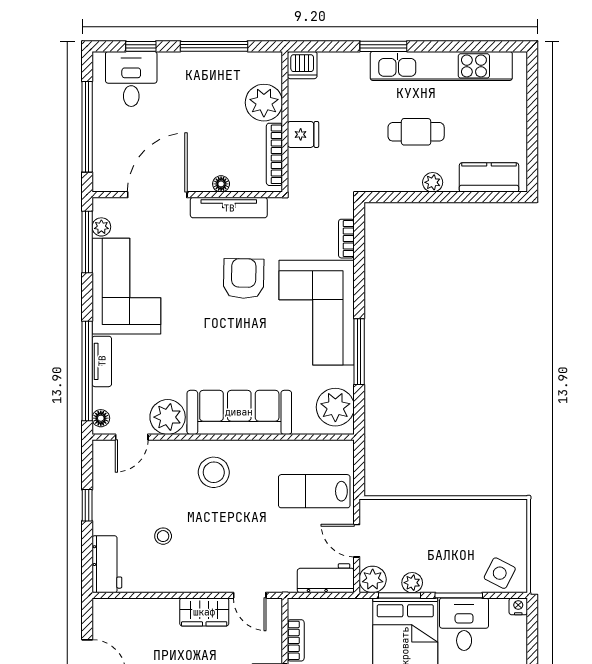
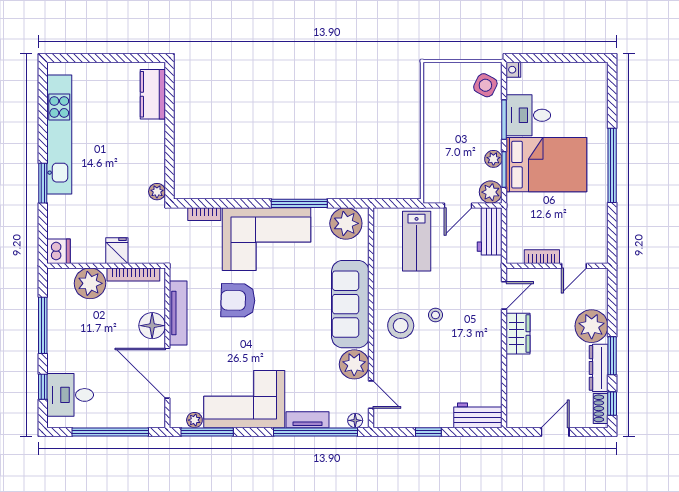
cafe table: (416, 132) -> (115, 156), removed
plant: (433, 182) -> (157, 192), moved
floor lamp: (221, 184) -> (152, 326), width x1.89, depth x1.89
stool: (163, 536) -> (435, 315), moved

